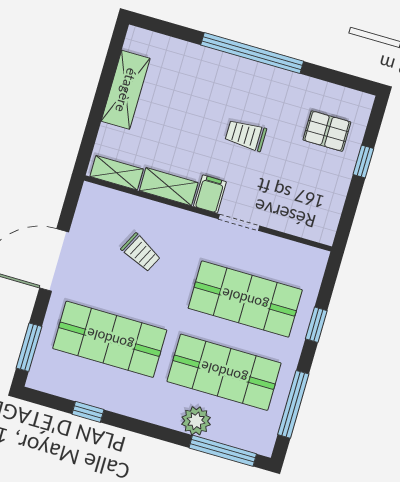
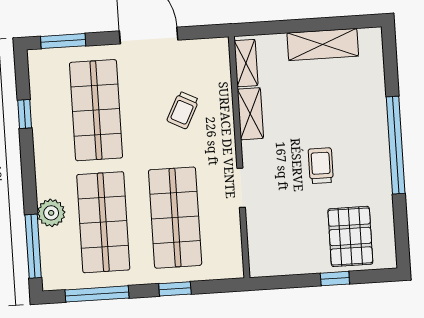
pallet: (327, 131) -> (350, 236), width x1.50, depth x1.42
filing cabinet: (210, 194) -> (257, 153), removed

